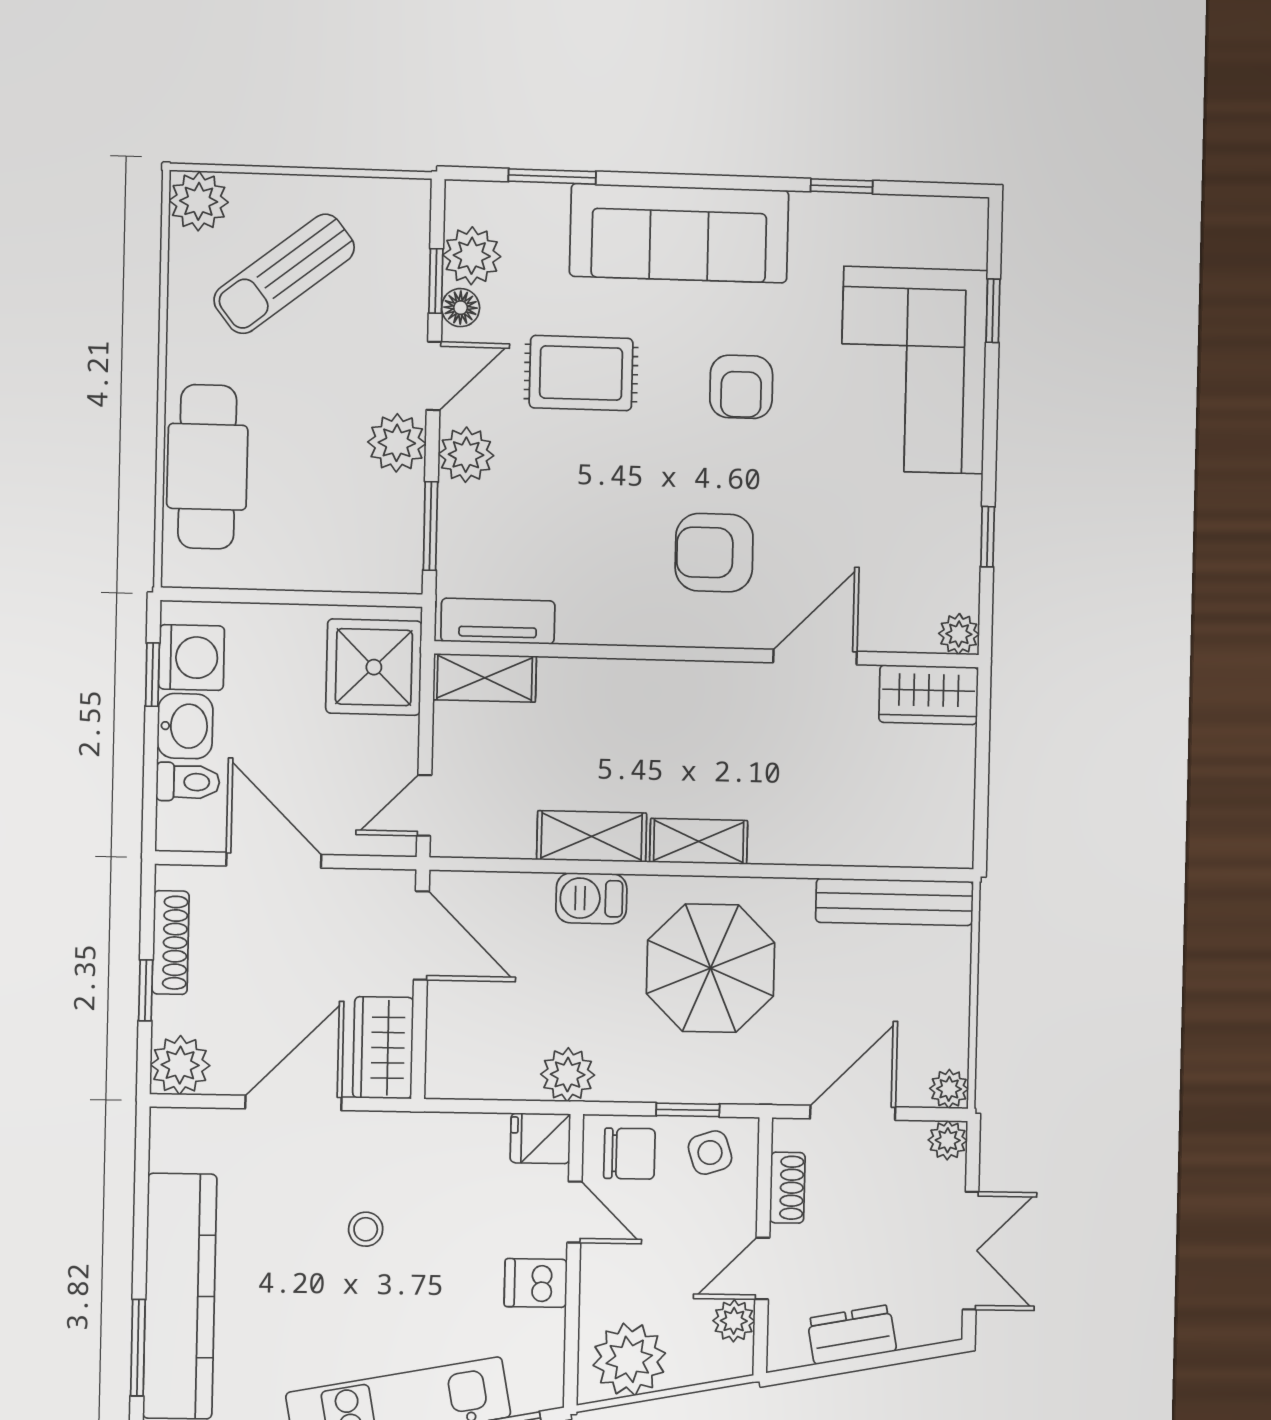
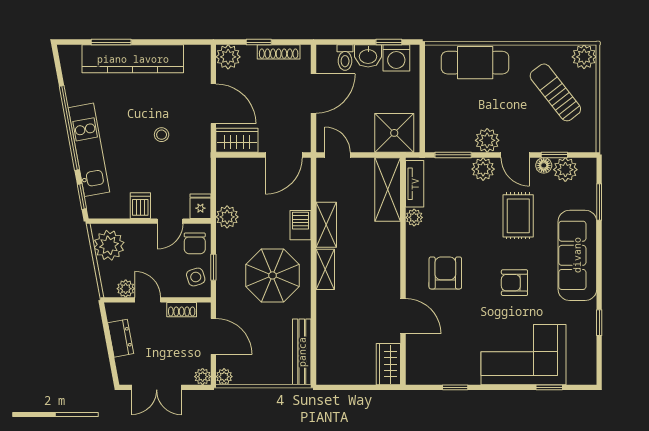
plant: (959, 634) -> (414, 217), moved
shelving: (485, 678) -> (388, 189), width x1.50, depth x1.33

